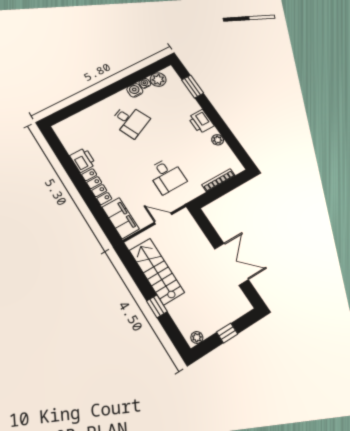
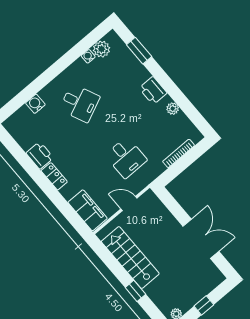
water cooler: (135, 90) -> (35, 104), moved
locker: (97, 187) -> (54, 176), width x0.66

